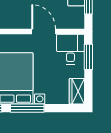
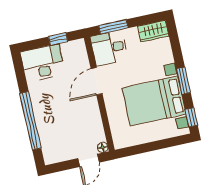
window: (27, 108) -> (183, 81), width x0.69

